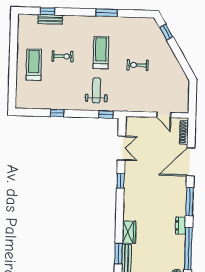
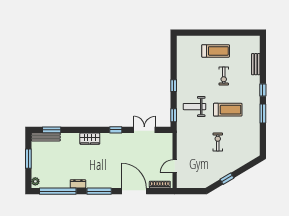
window: (48, 11) -> (263, 90), moved
window: (166, 32) -> (227, 179), moved
weight bench: (96, 90) -> (195, 107), turned 180
window: (57, 113) -> (174, 86), moved
double door: (121, 148) -> (144, 130), swing flipped
wardrobe: (129, 232) -> (90, 139), moved

